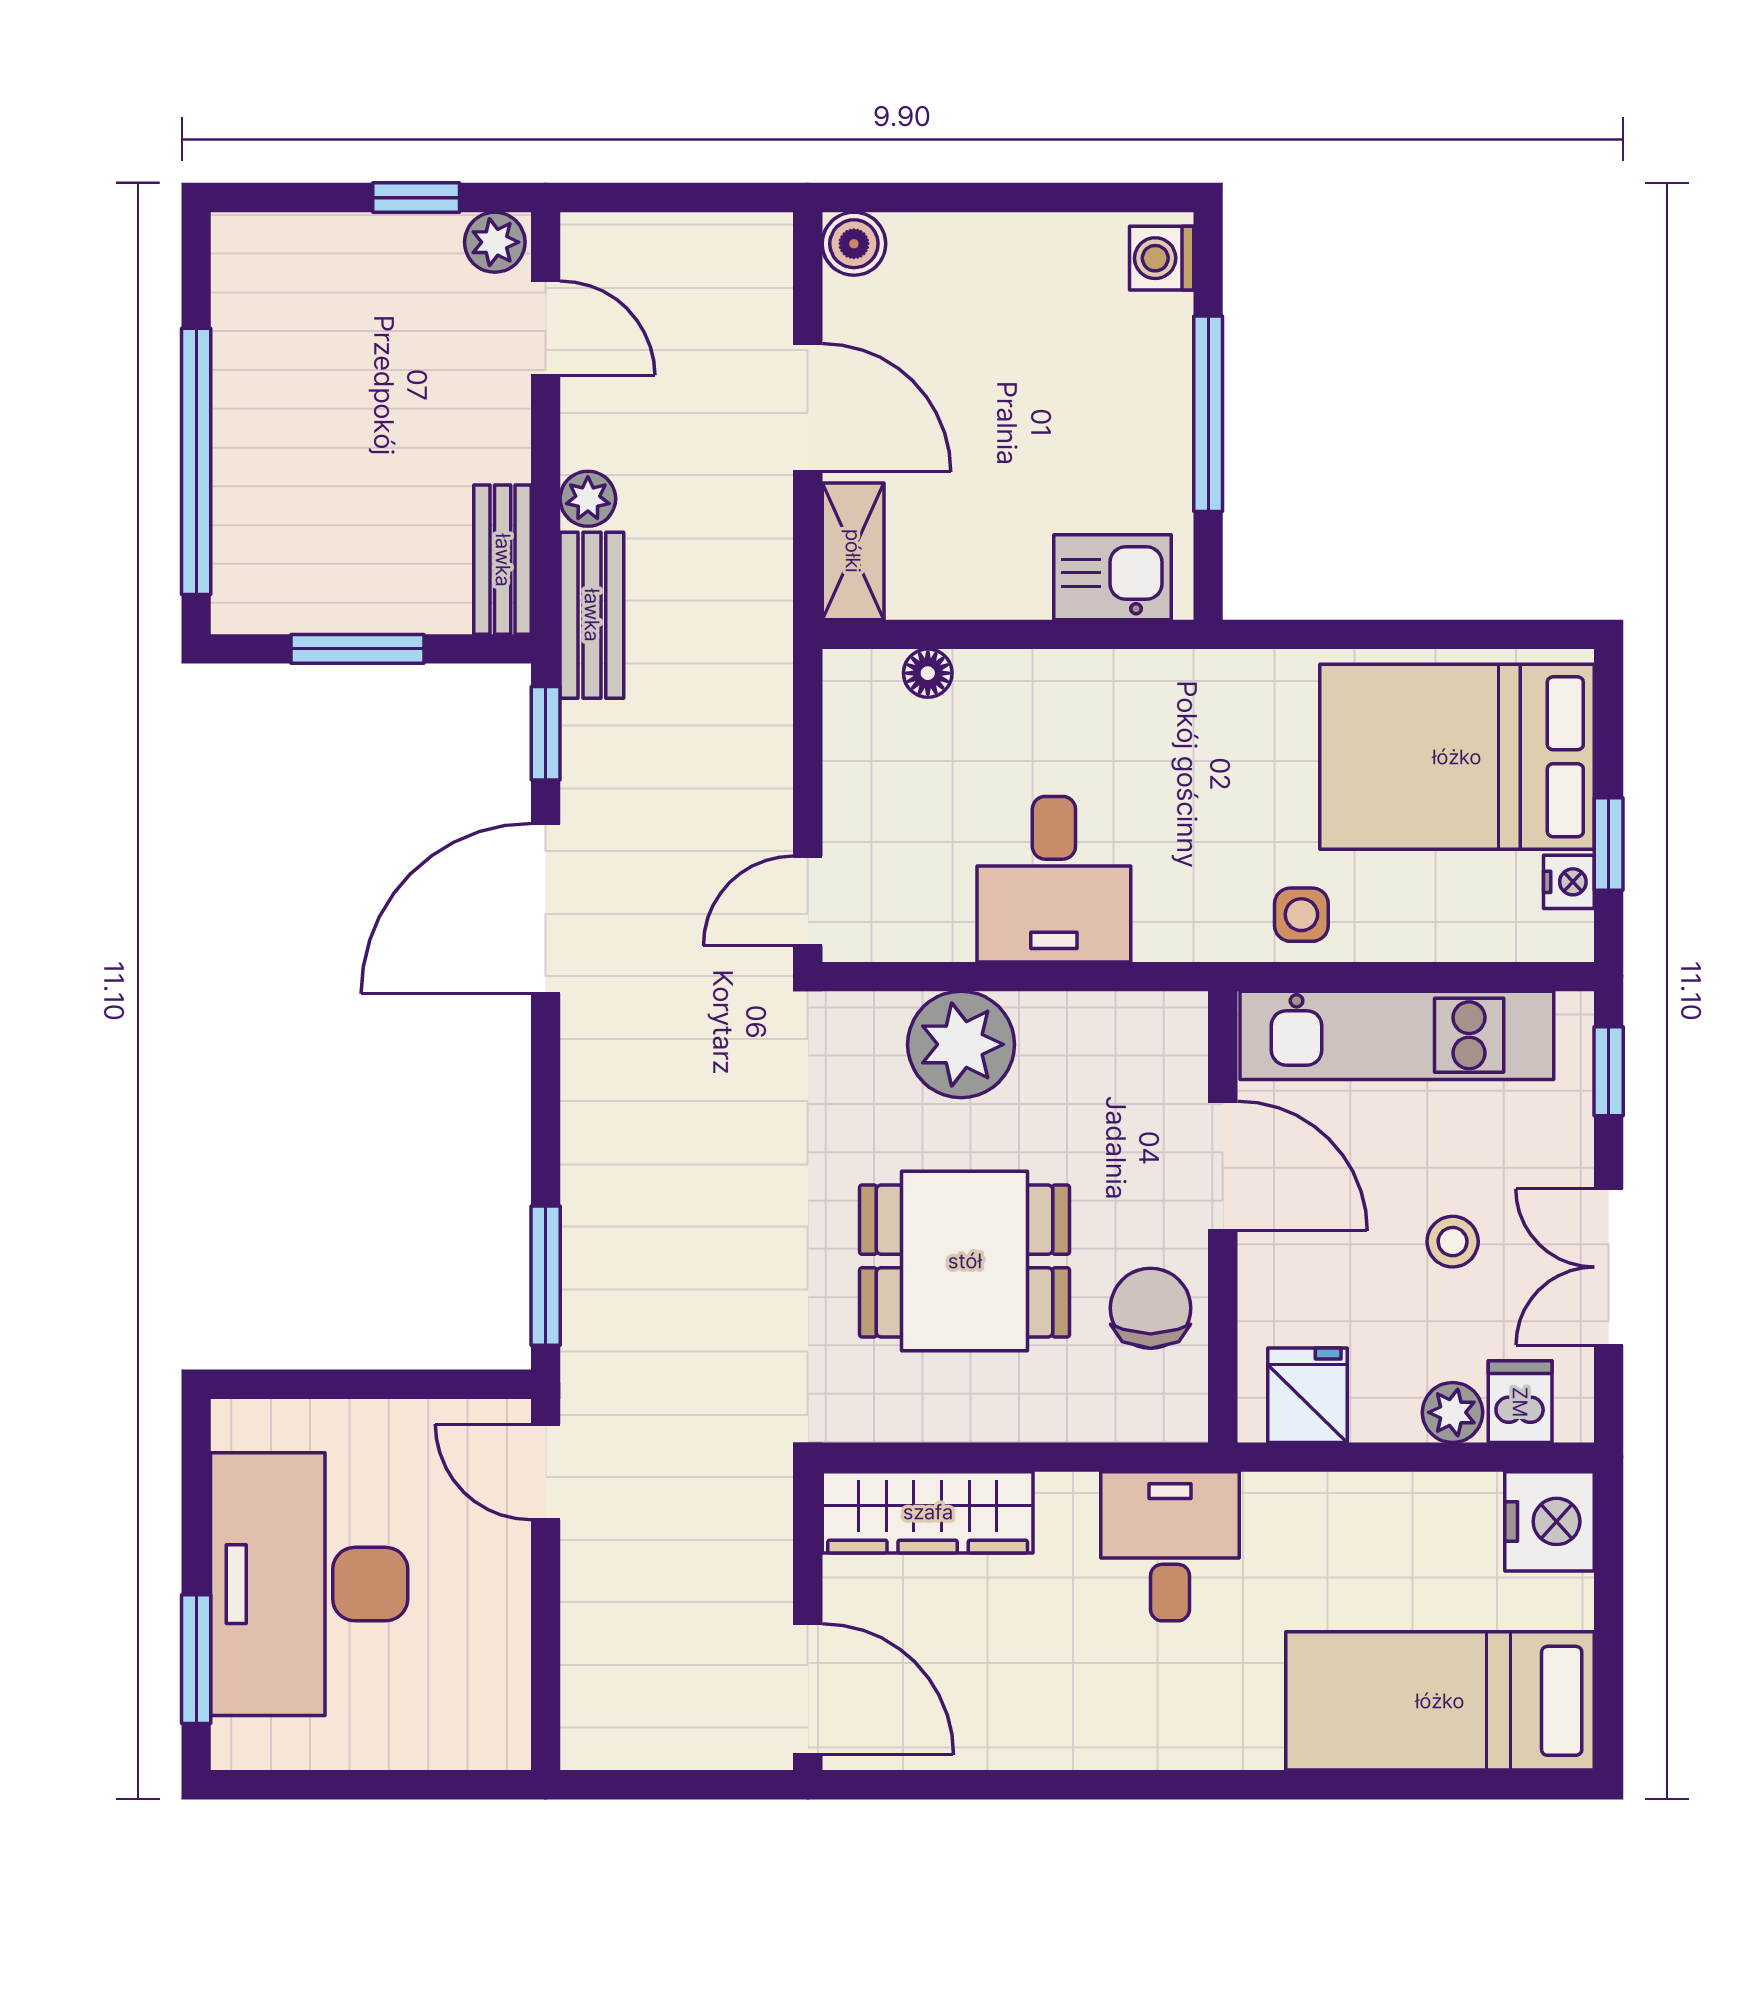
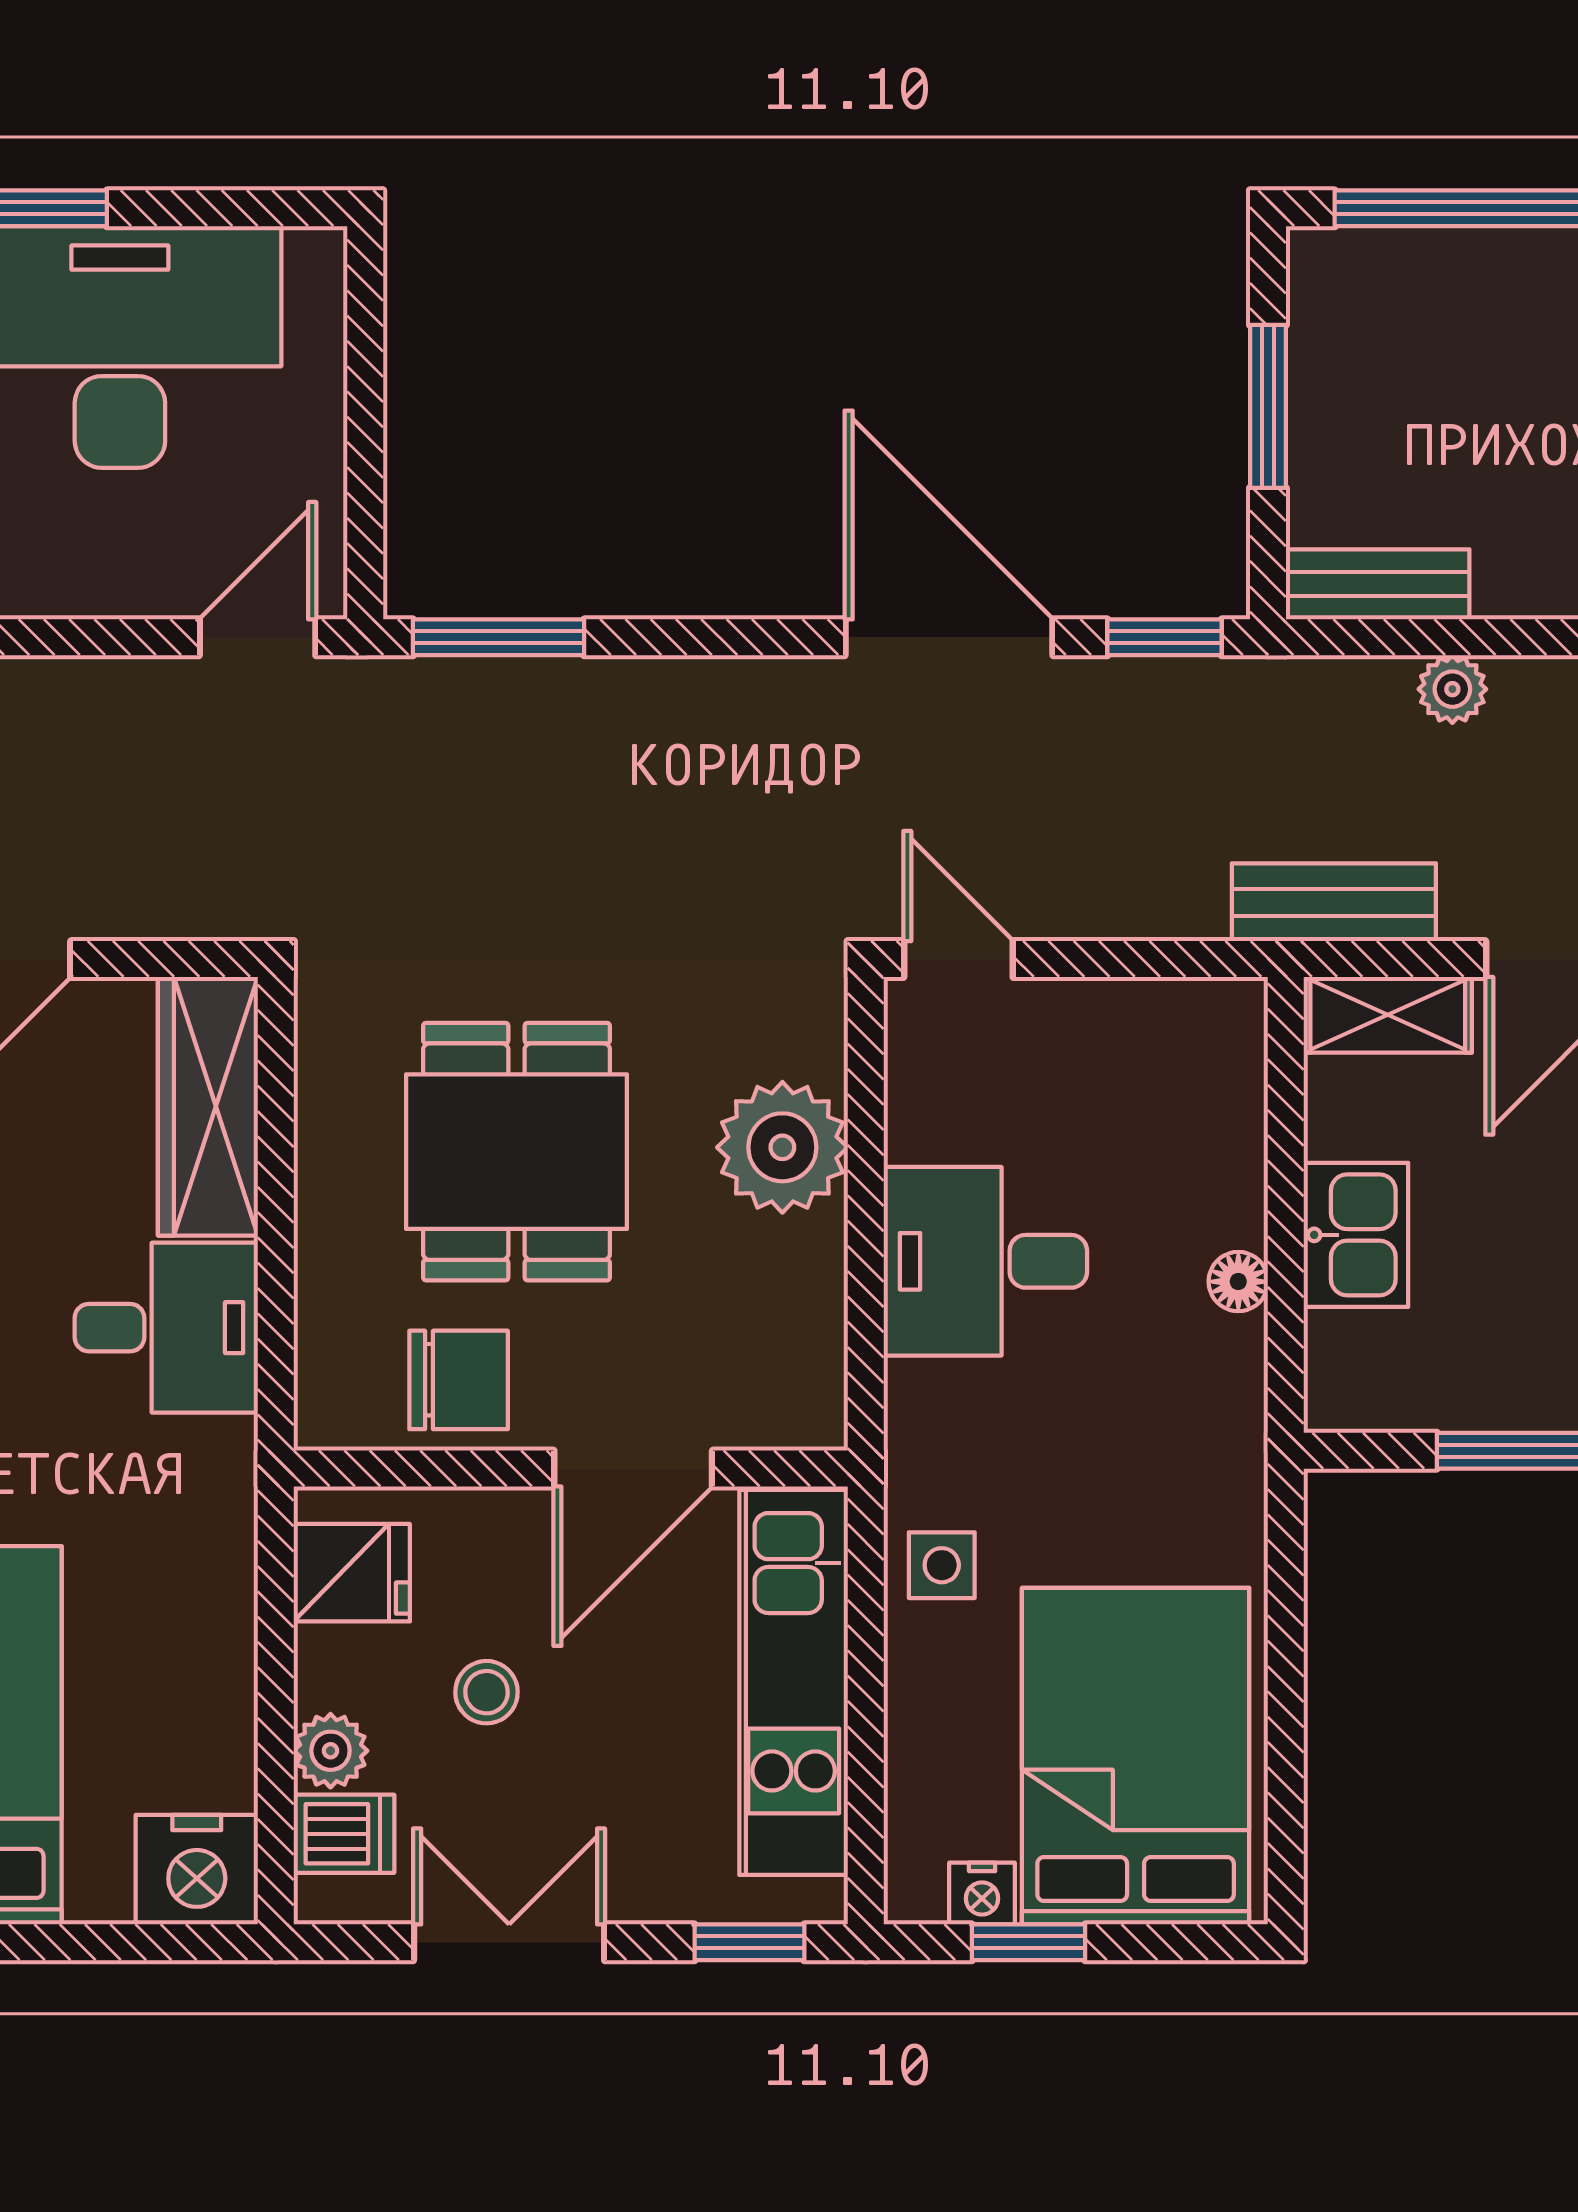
kitchen sink: (1113, 577) -> (1356, 1235), moved
bench: (592, 615) -> (1334, 902), moved
floor lamp: (928, 673) -> (1238, 1282), moved
stool: (1453, 1242) -> (486, 1692), moved
desk: (1170, 1546) -> (166, 1328), moved

